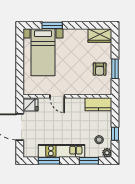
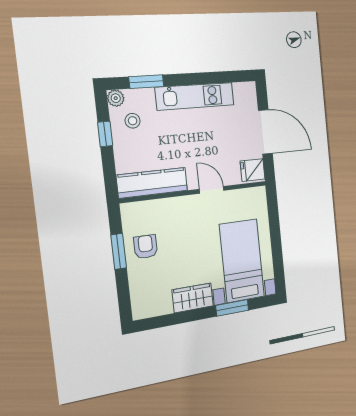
wardrobe: (100, 36) -> (193, 298), moved
kitchen counter: (98, 104) -> (152, 183), width x1.50
window: (49, 161) -> (214, 78), removed

